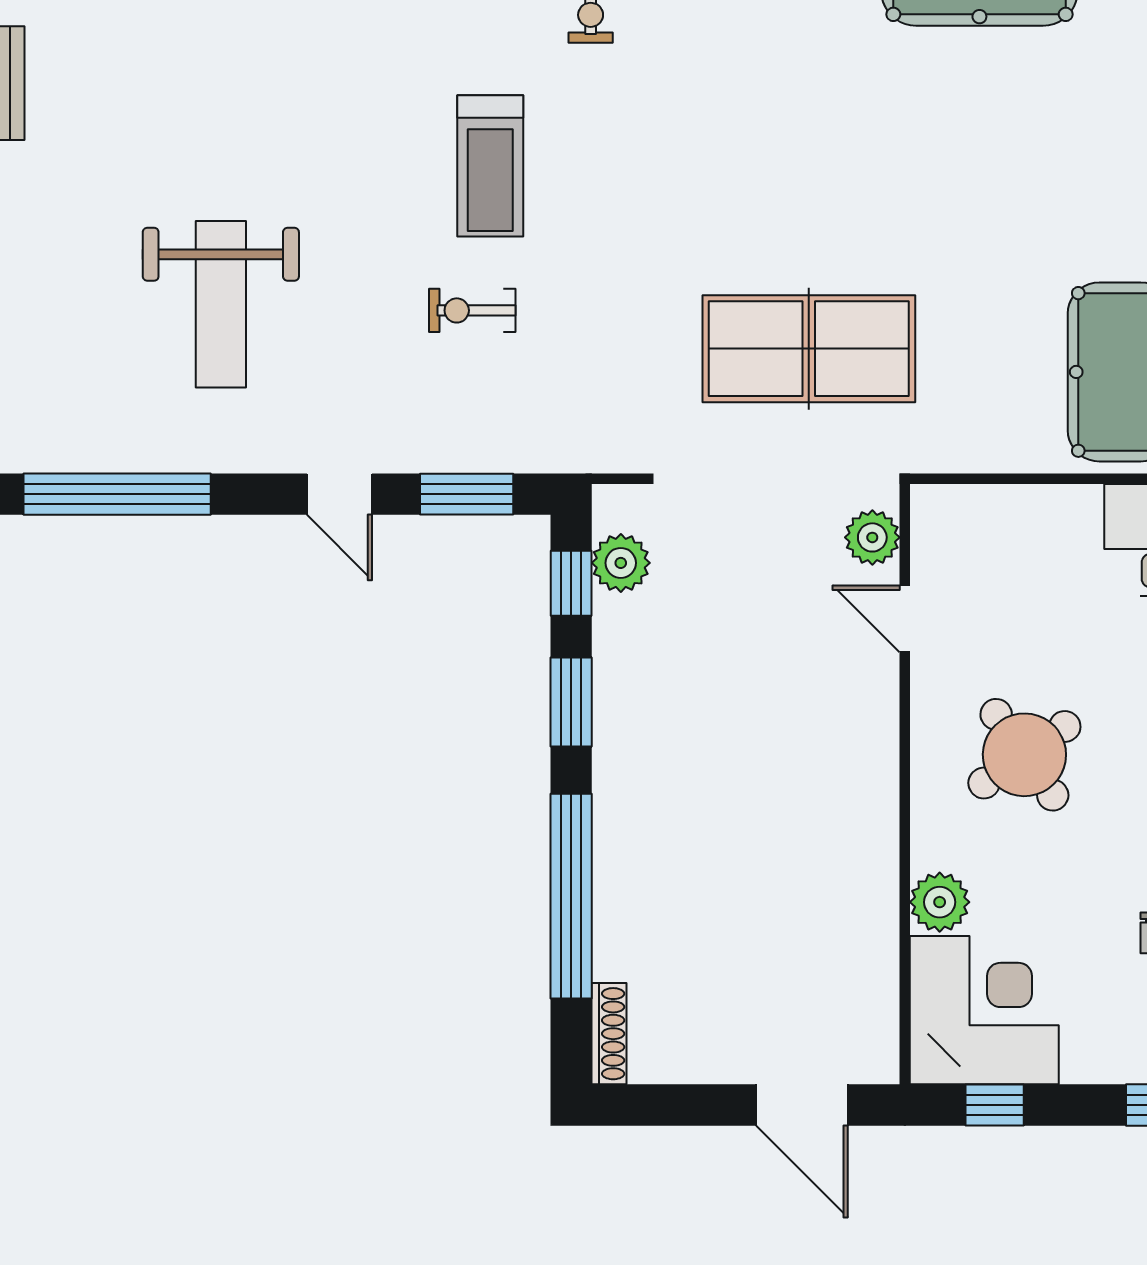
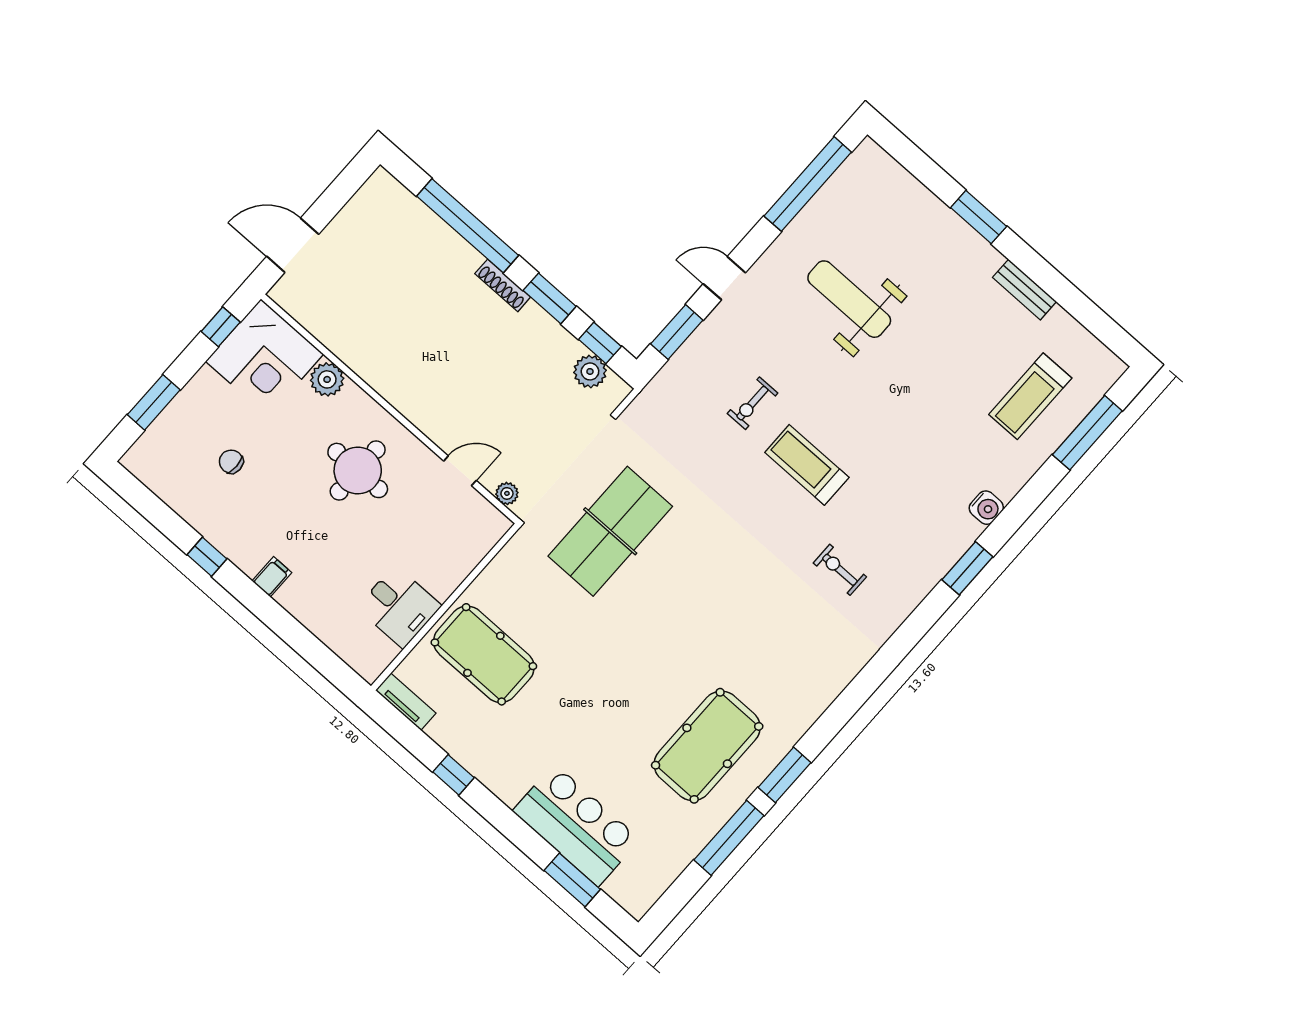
exercise bike: (472, 310) -> (752, 403), turned 180
plant: (872, 537) -> (507, 493), width x0.73, depth x0.73
round table: (1024, 755) -> (358, 470), turned 35
shoe rack: (609, 1034) -> (503, 285), moved

